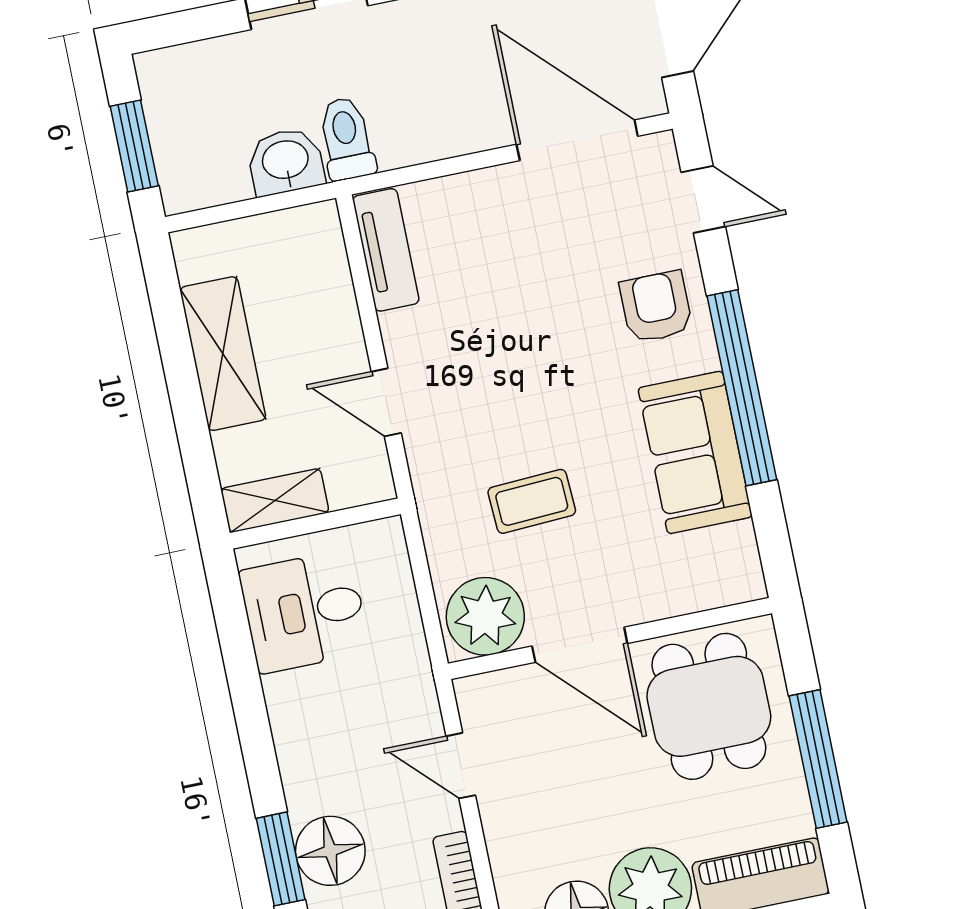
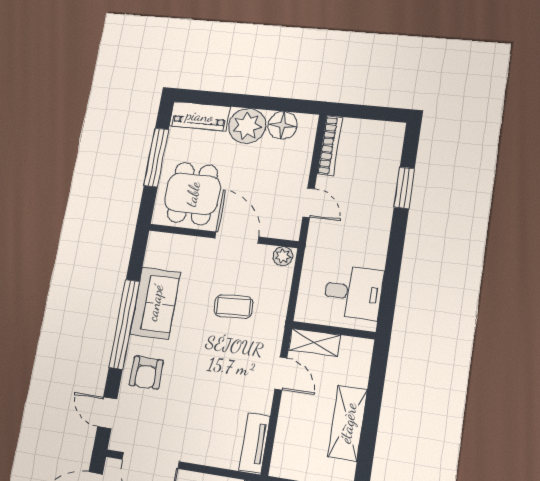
shelving: (275, 501) -> (315, 342), moved
plant: (485, 616) -> (283, 256), width x0.53, depth x0.53
floor lamp: (330, 851) -> (381, 184), removed

